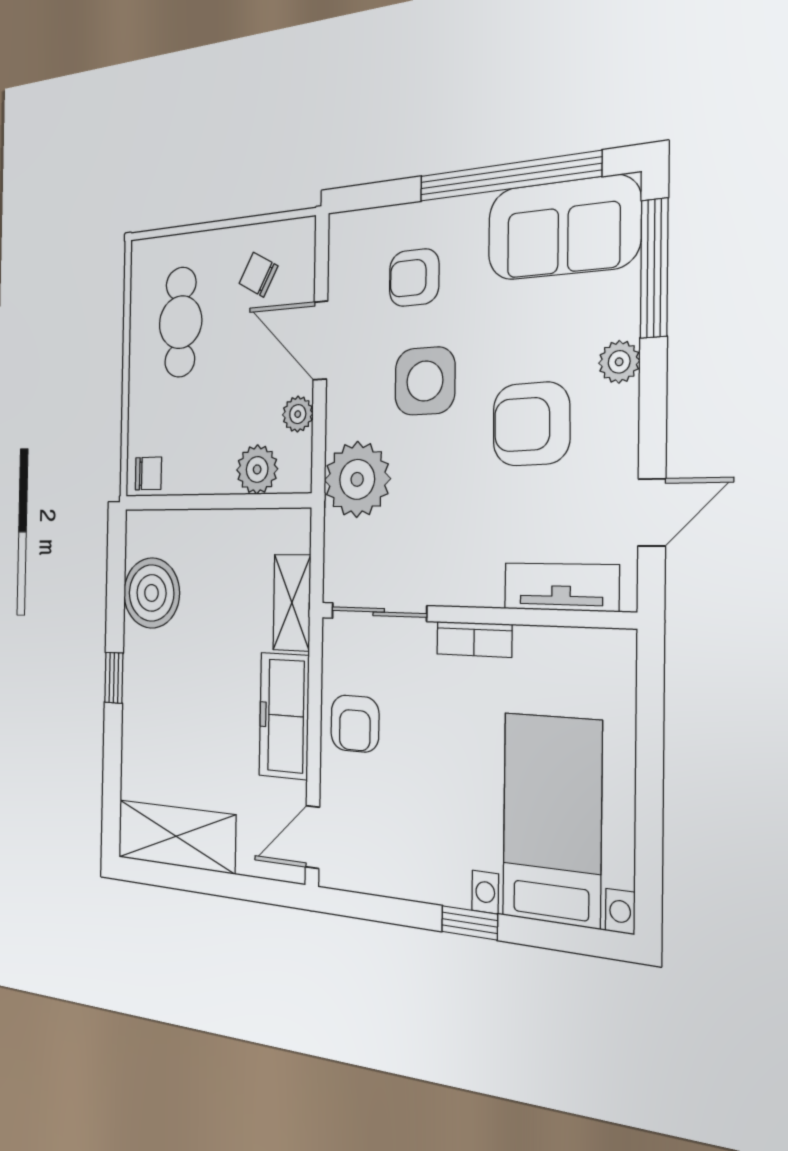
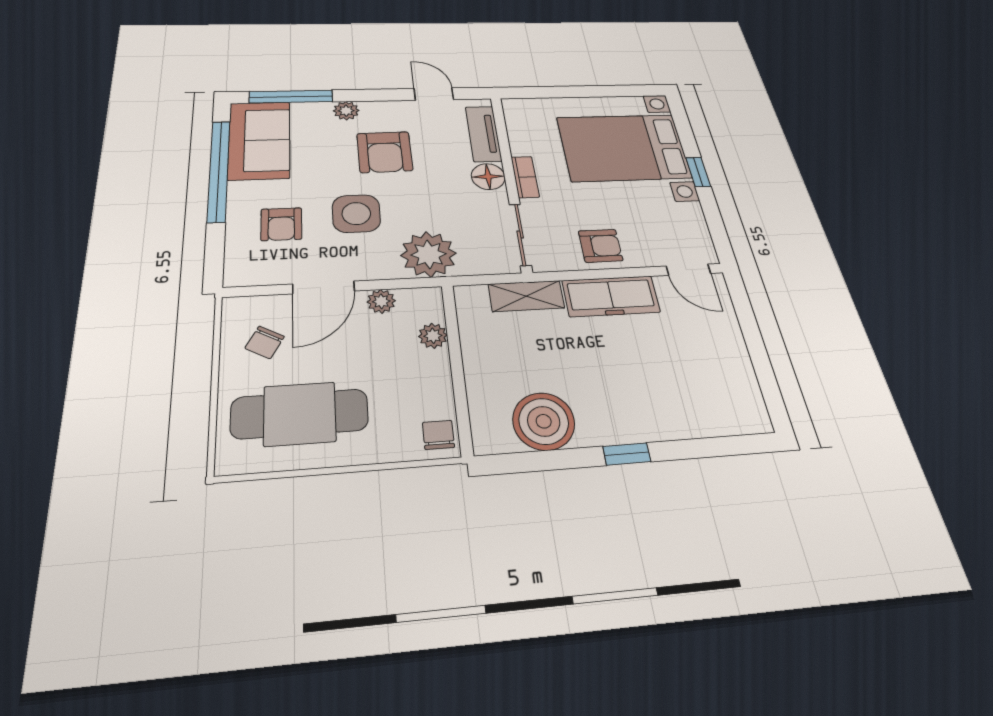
cafe table: (180, 322) -> (300, 414), width x1.37, depth x1.35
plant: (257, 469) -> (433, 336), width x0.73, depth x0.73
floor lamp: (478, 582) -> (488, 177), added
bed with nightstands: (552, 819) -> (623, 147), width x1.36
shelving: (176, 836) -> (735, 379), removed

